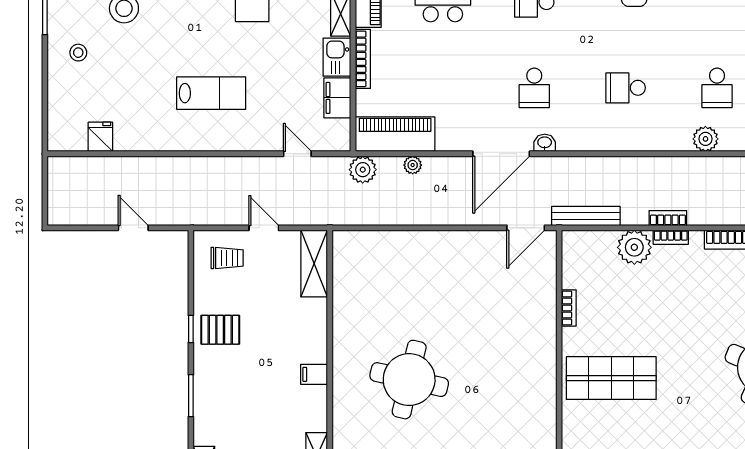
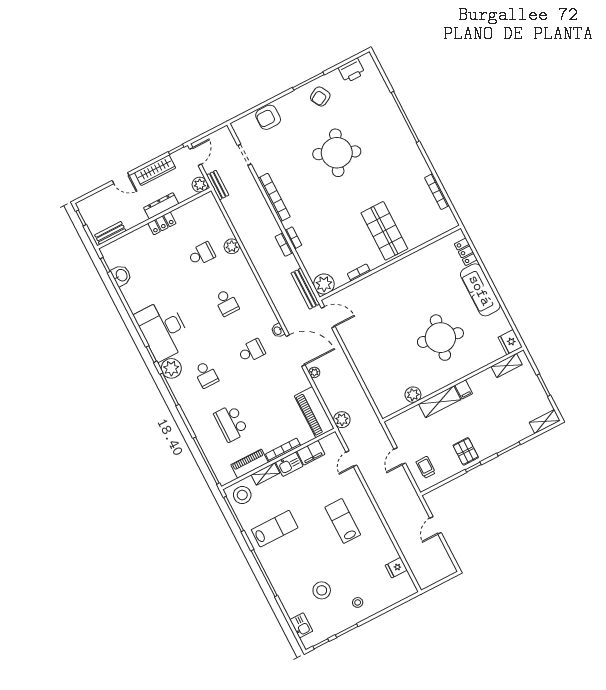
plant: (413, 165) -> (314, 372), moved
plant: (634, 247) -> (324, 284), moved
shelving: (314, 264) -> (440, 402), moved
plant: (345, 295) -> (413, 395), added

